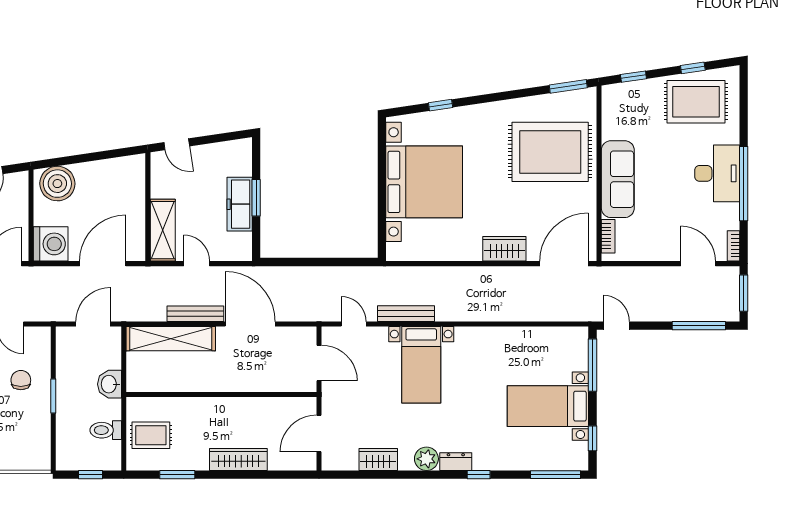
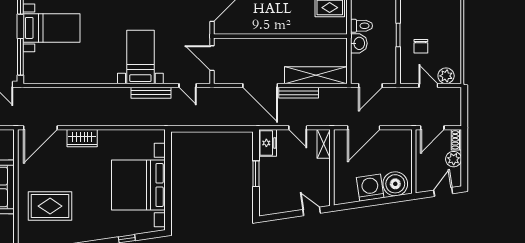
rug: (550, 152) -> (50, 206), width x0.73, depth x0.69
freezer: (240, 204) -> (268, 143), moved, width x0.71
shelving: (163, 230) -> (324, 144), width x0.67, depth x0.75
bookcase: (608, 236) -> (9, 147), removed
washing machine: (51, 244) -> (370, 188), moved, turned 82
toilet: (106, 430) -> (361, 26), moved

